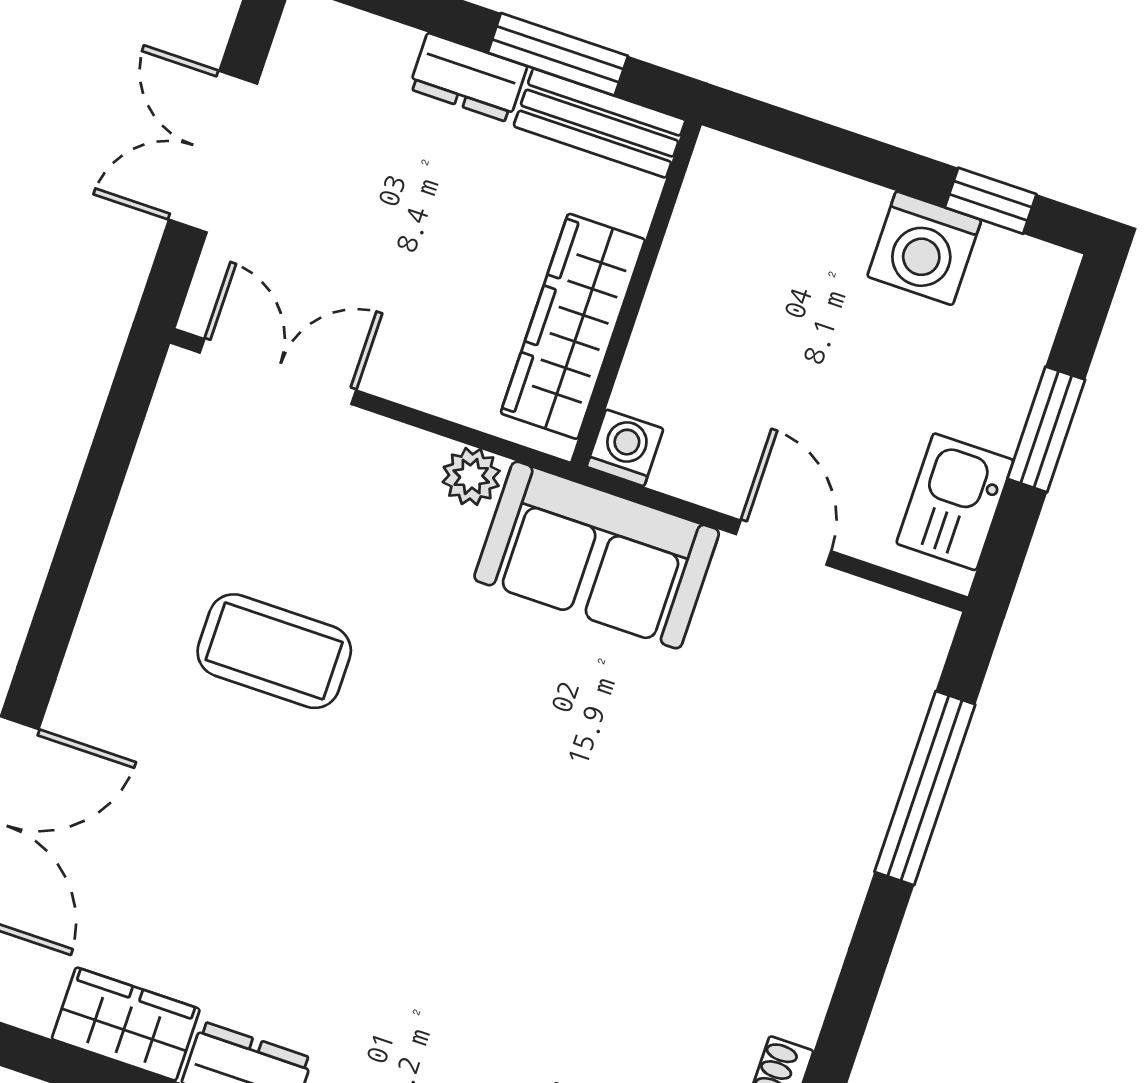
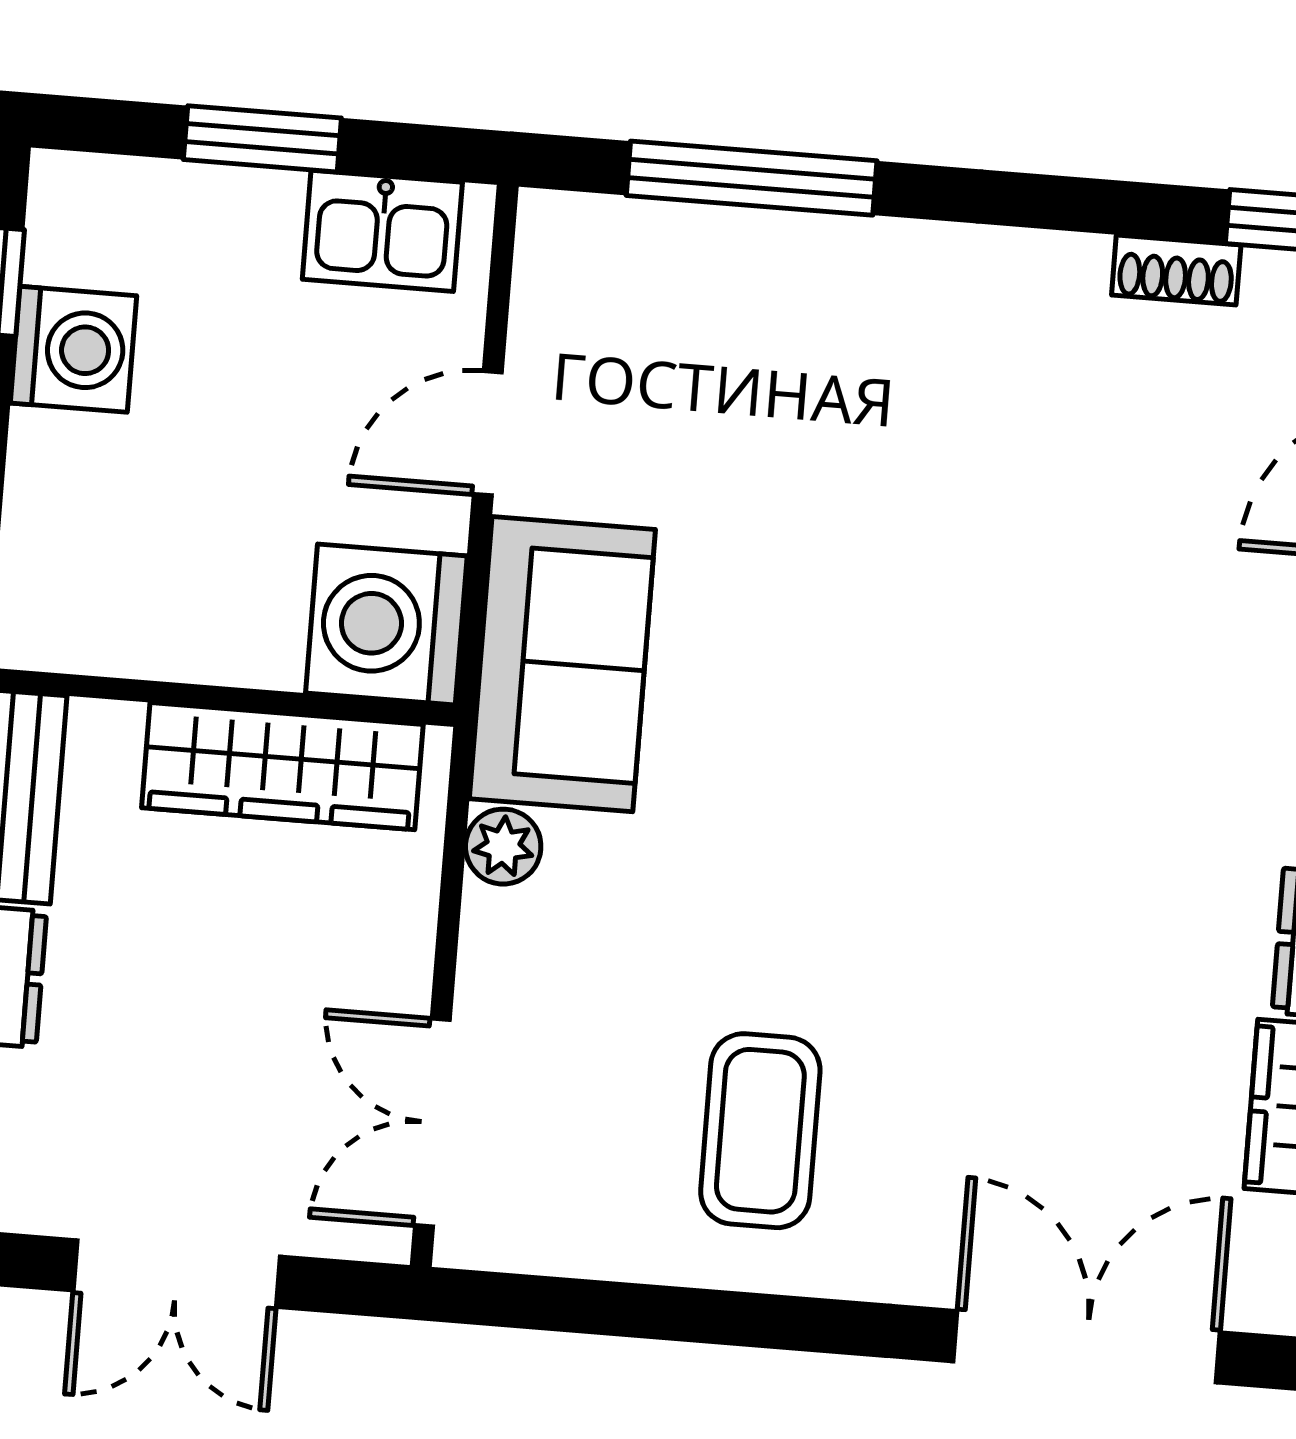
washing machine: (625, 448) -> (386, 624), width x1.89, depth x1.89
coffee table: (274, 651) -> (760, 1131), moved

